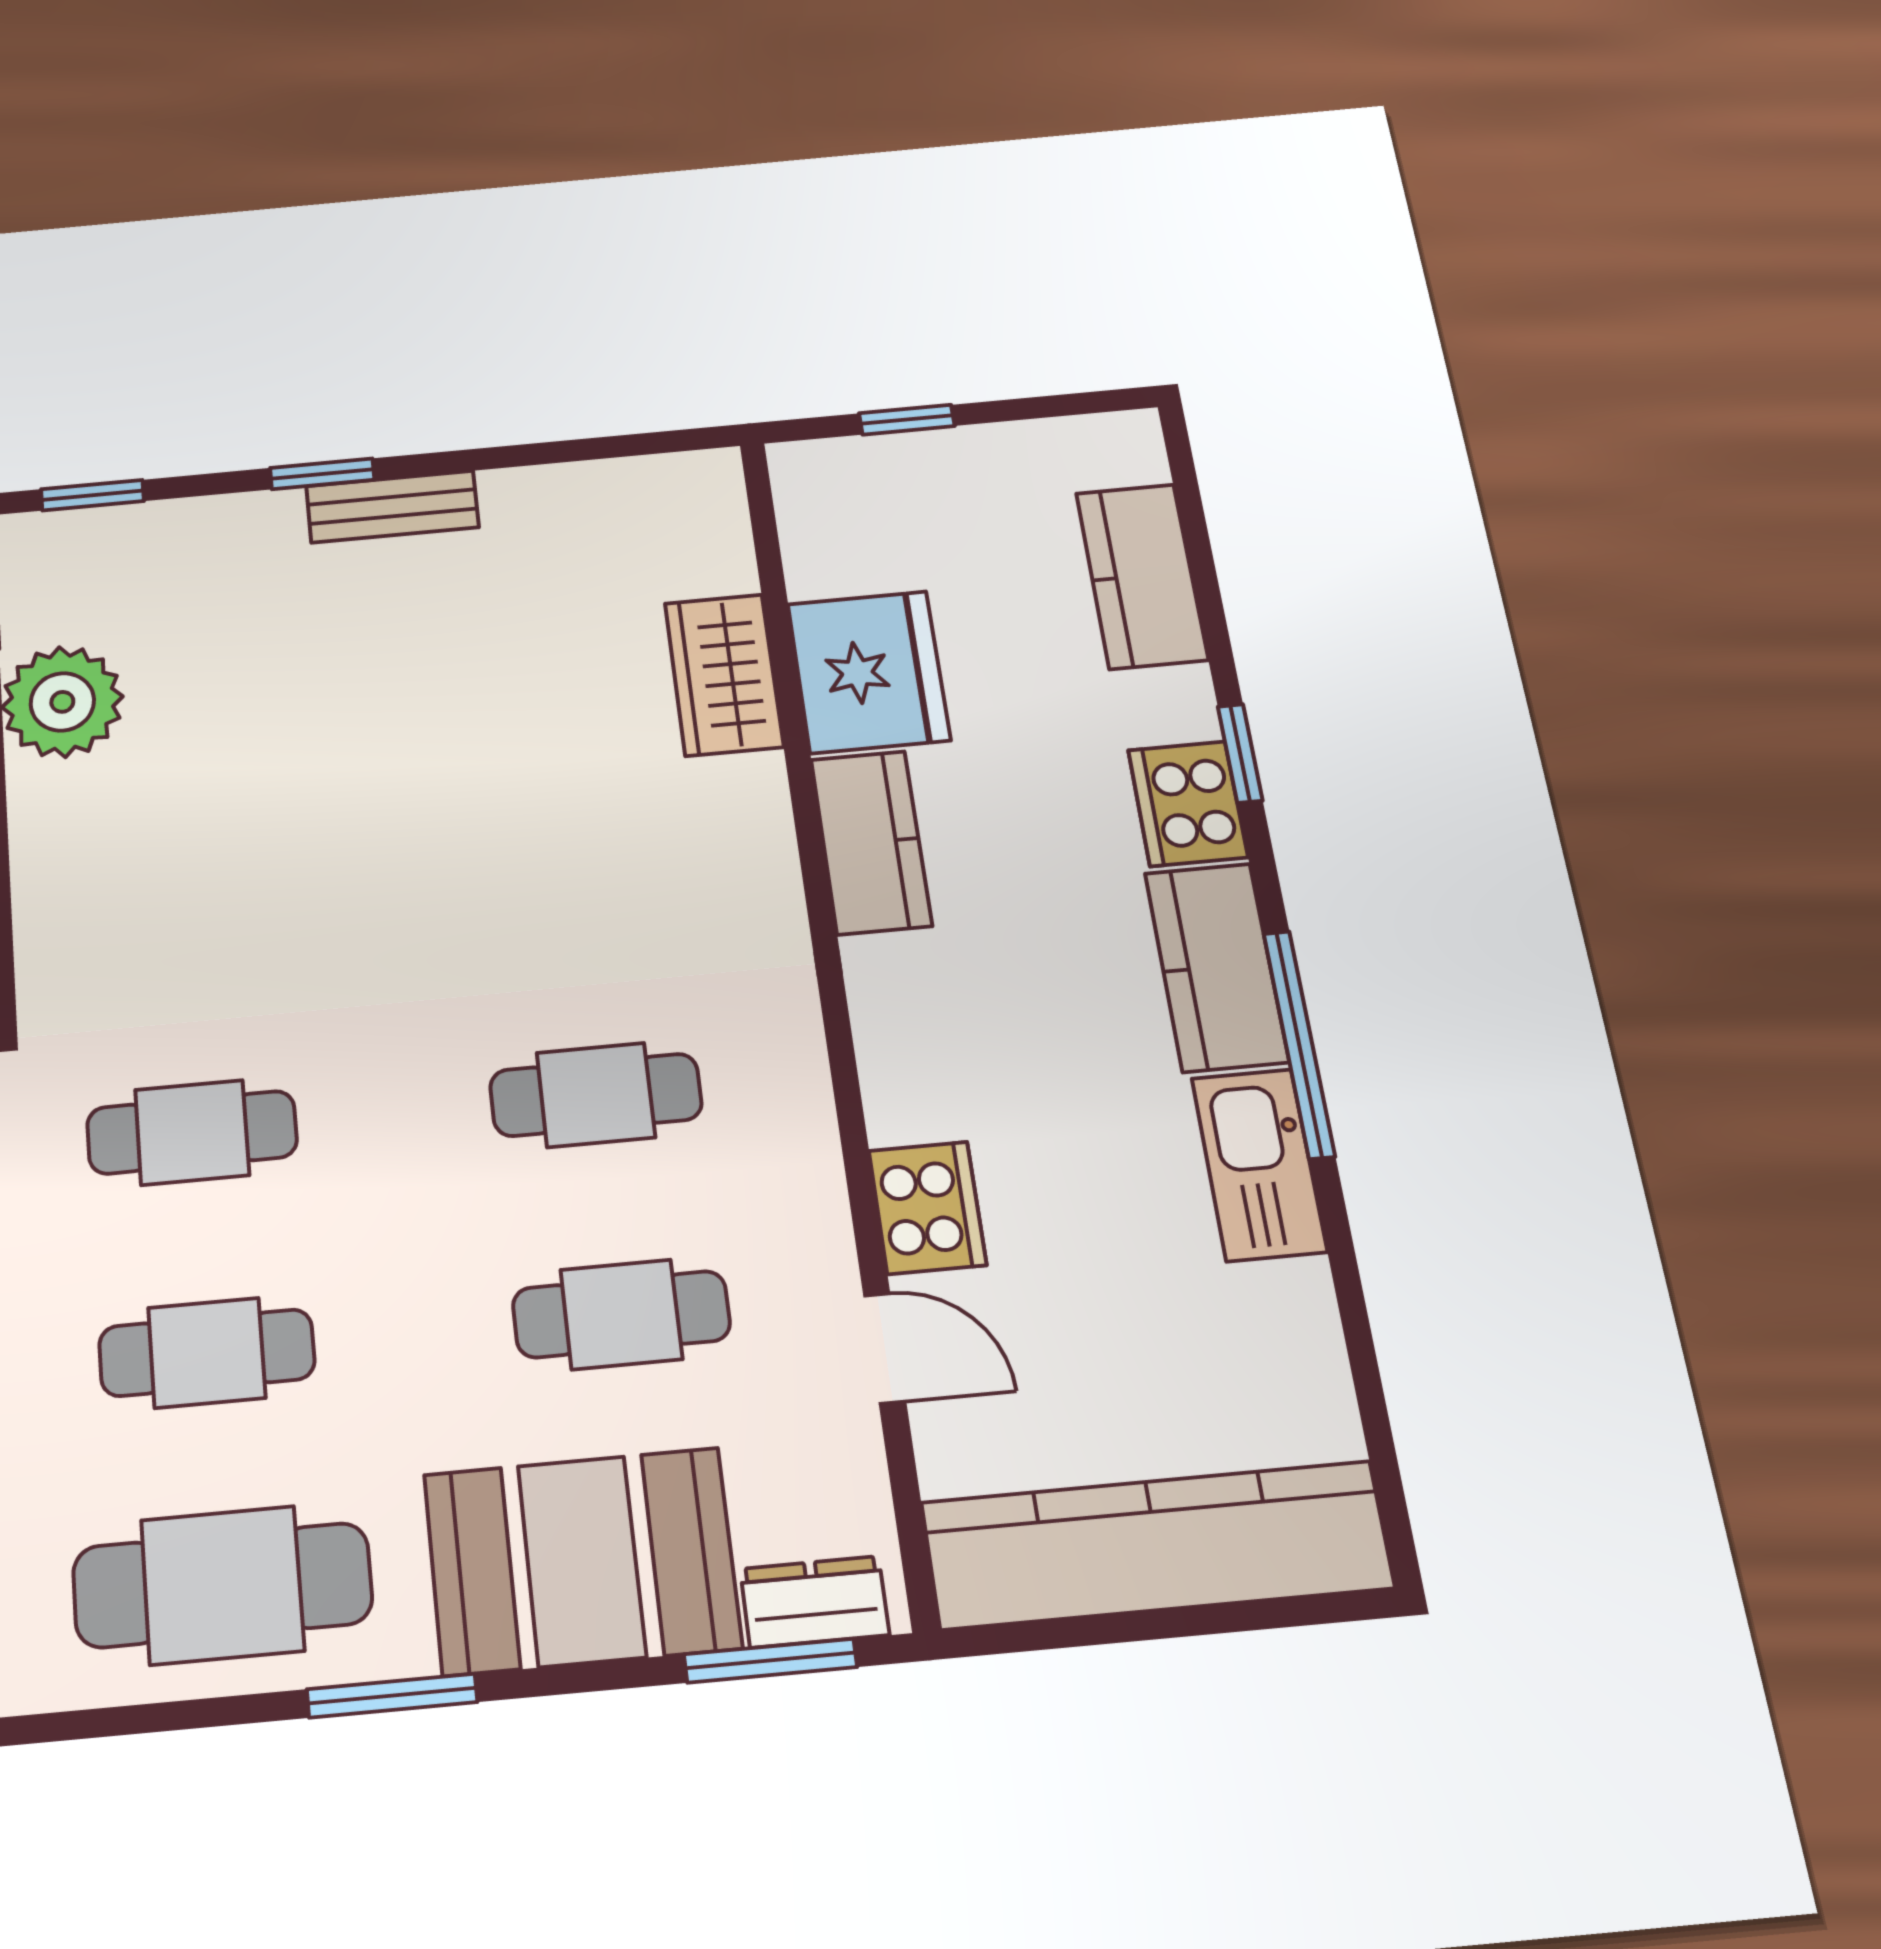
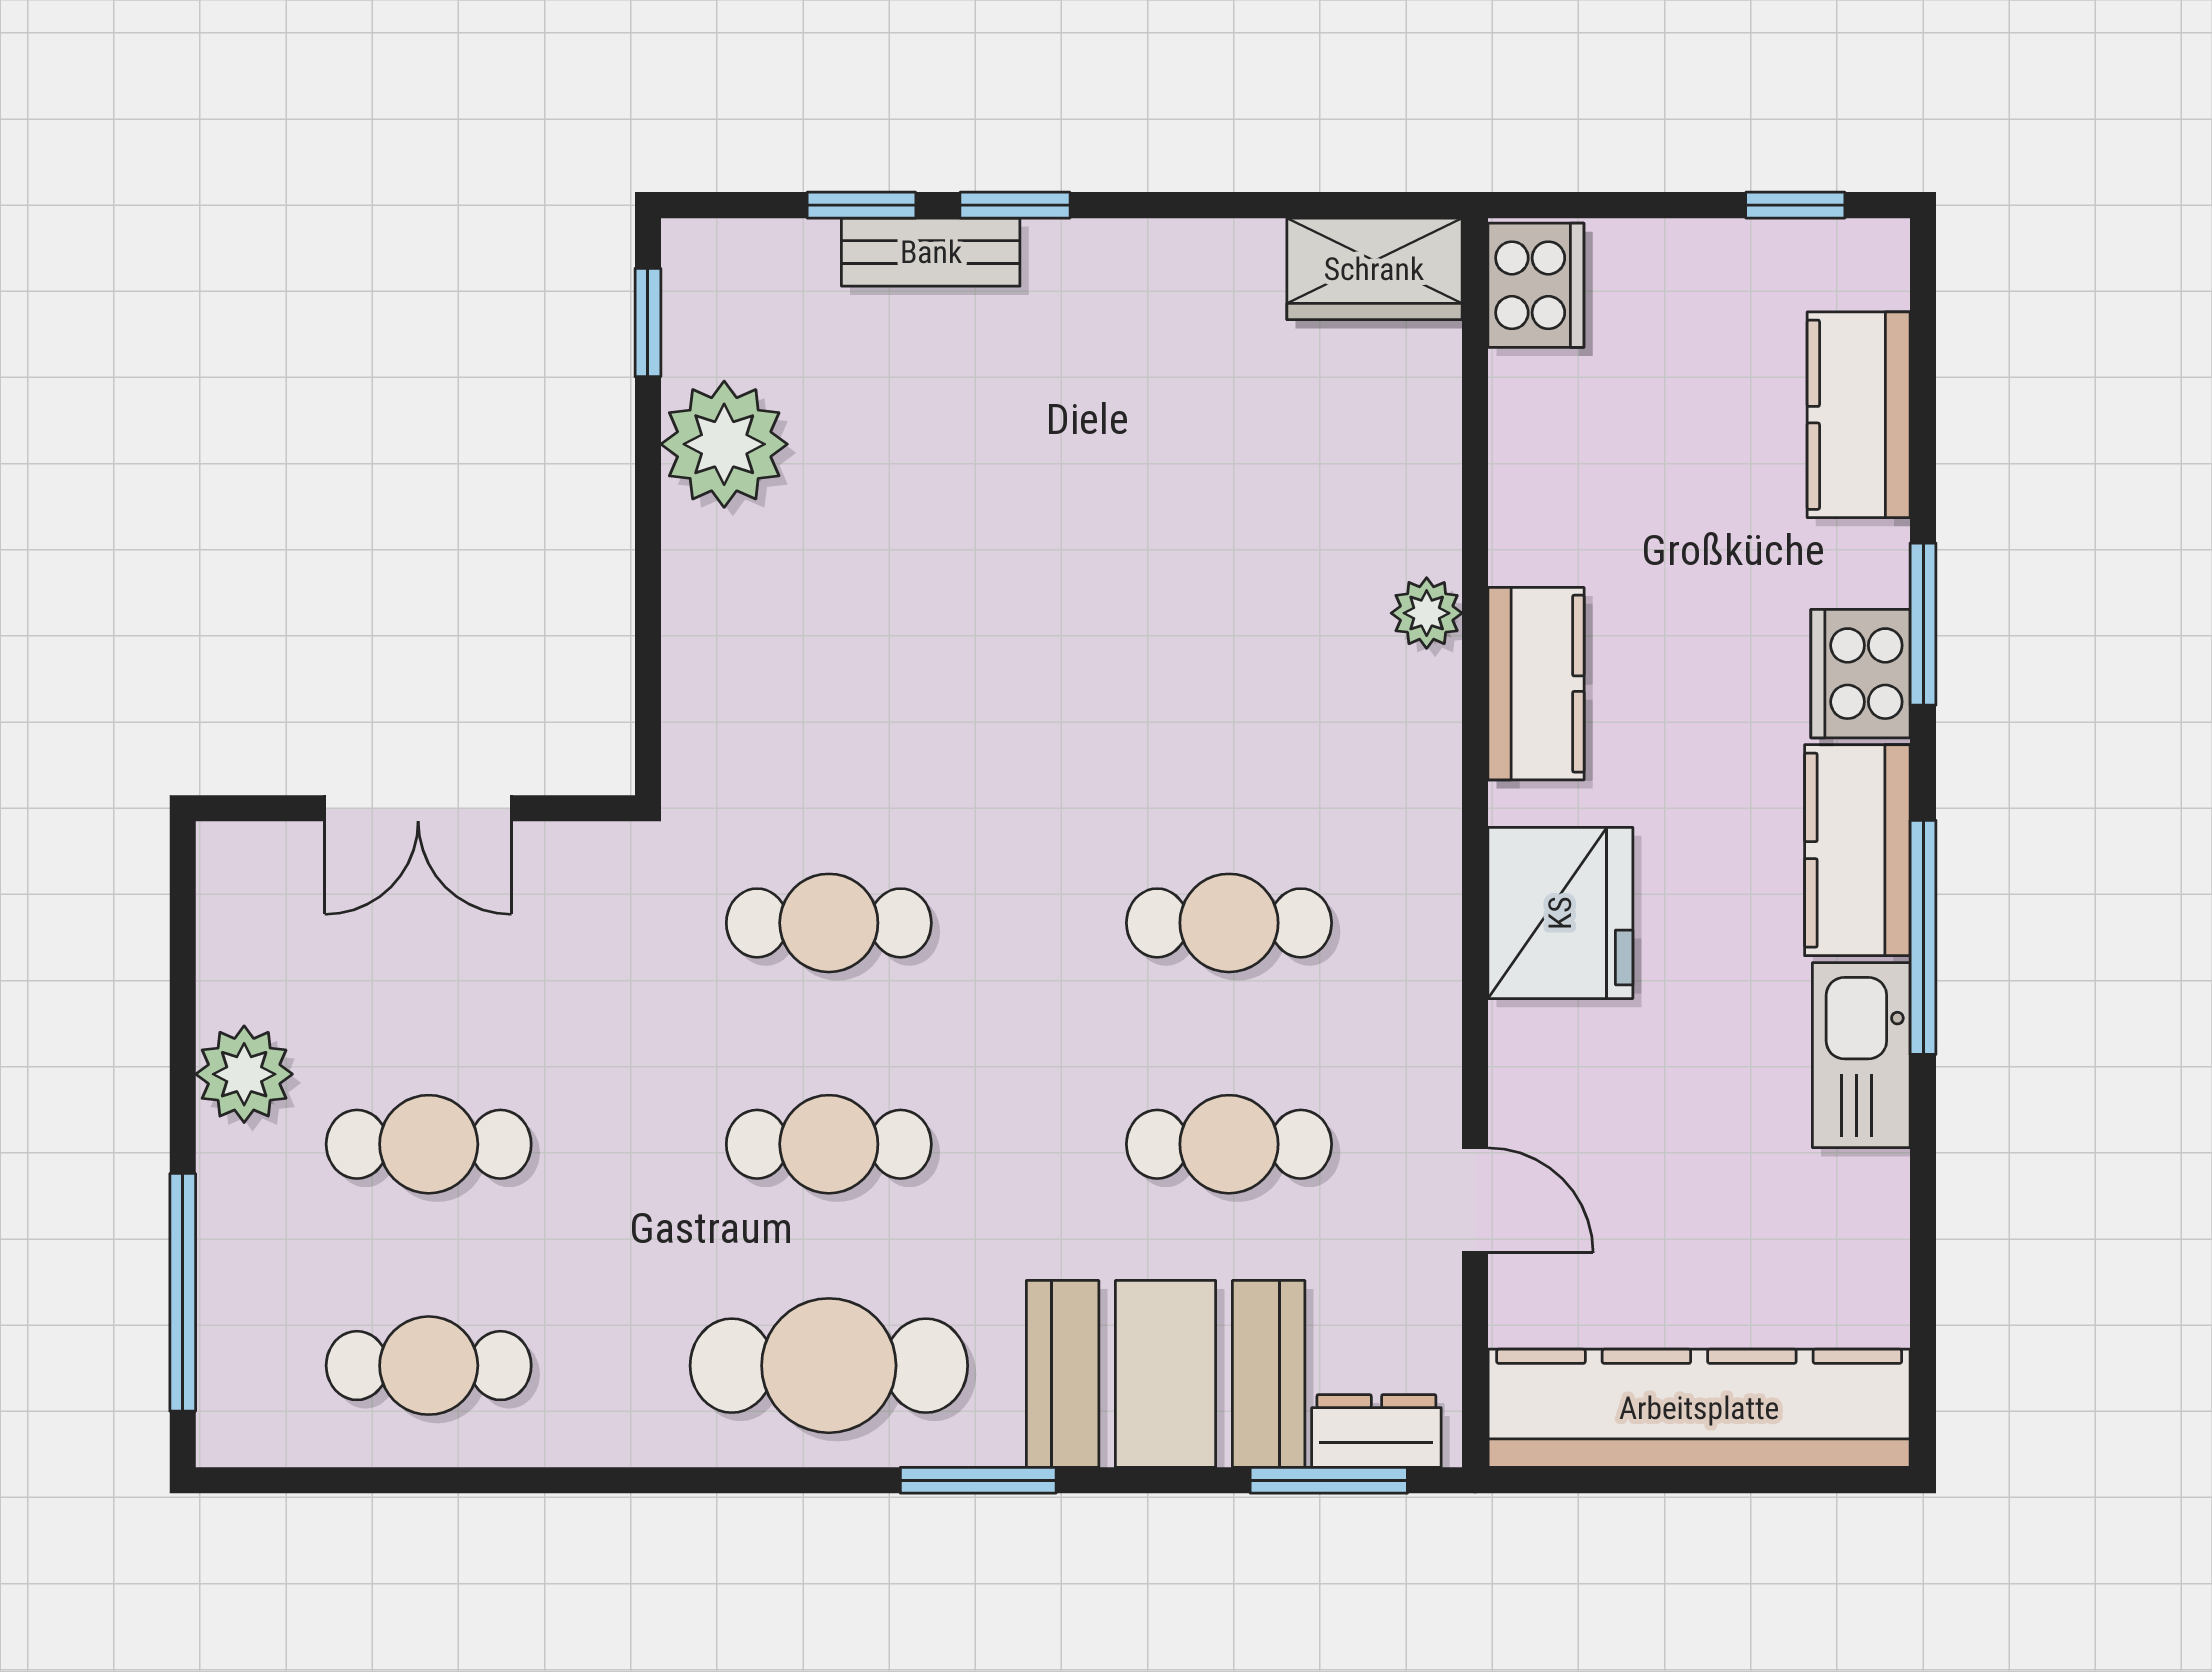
window: (907, 420) -> (1795, 205), moved
window: (92, 495) -> (861, 205), moved
bench: (392, 507) -> (931, 252), moved
fridge: (869, 672) -> (1560, 913), moved
wardrobe: (724, 675) -> (1374, 269), moved, turned -90
window: (1240, 753) -> (1923, 624), width x1.50
plant: (755, 788) -> (1427, 613), added
cooker: (927, 1208) -> (1536, 285), moved

